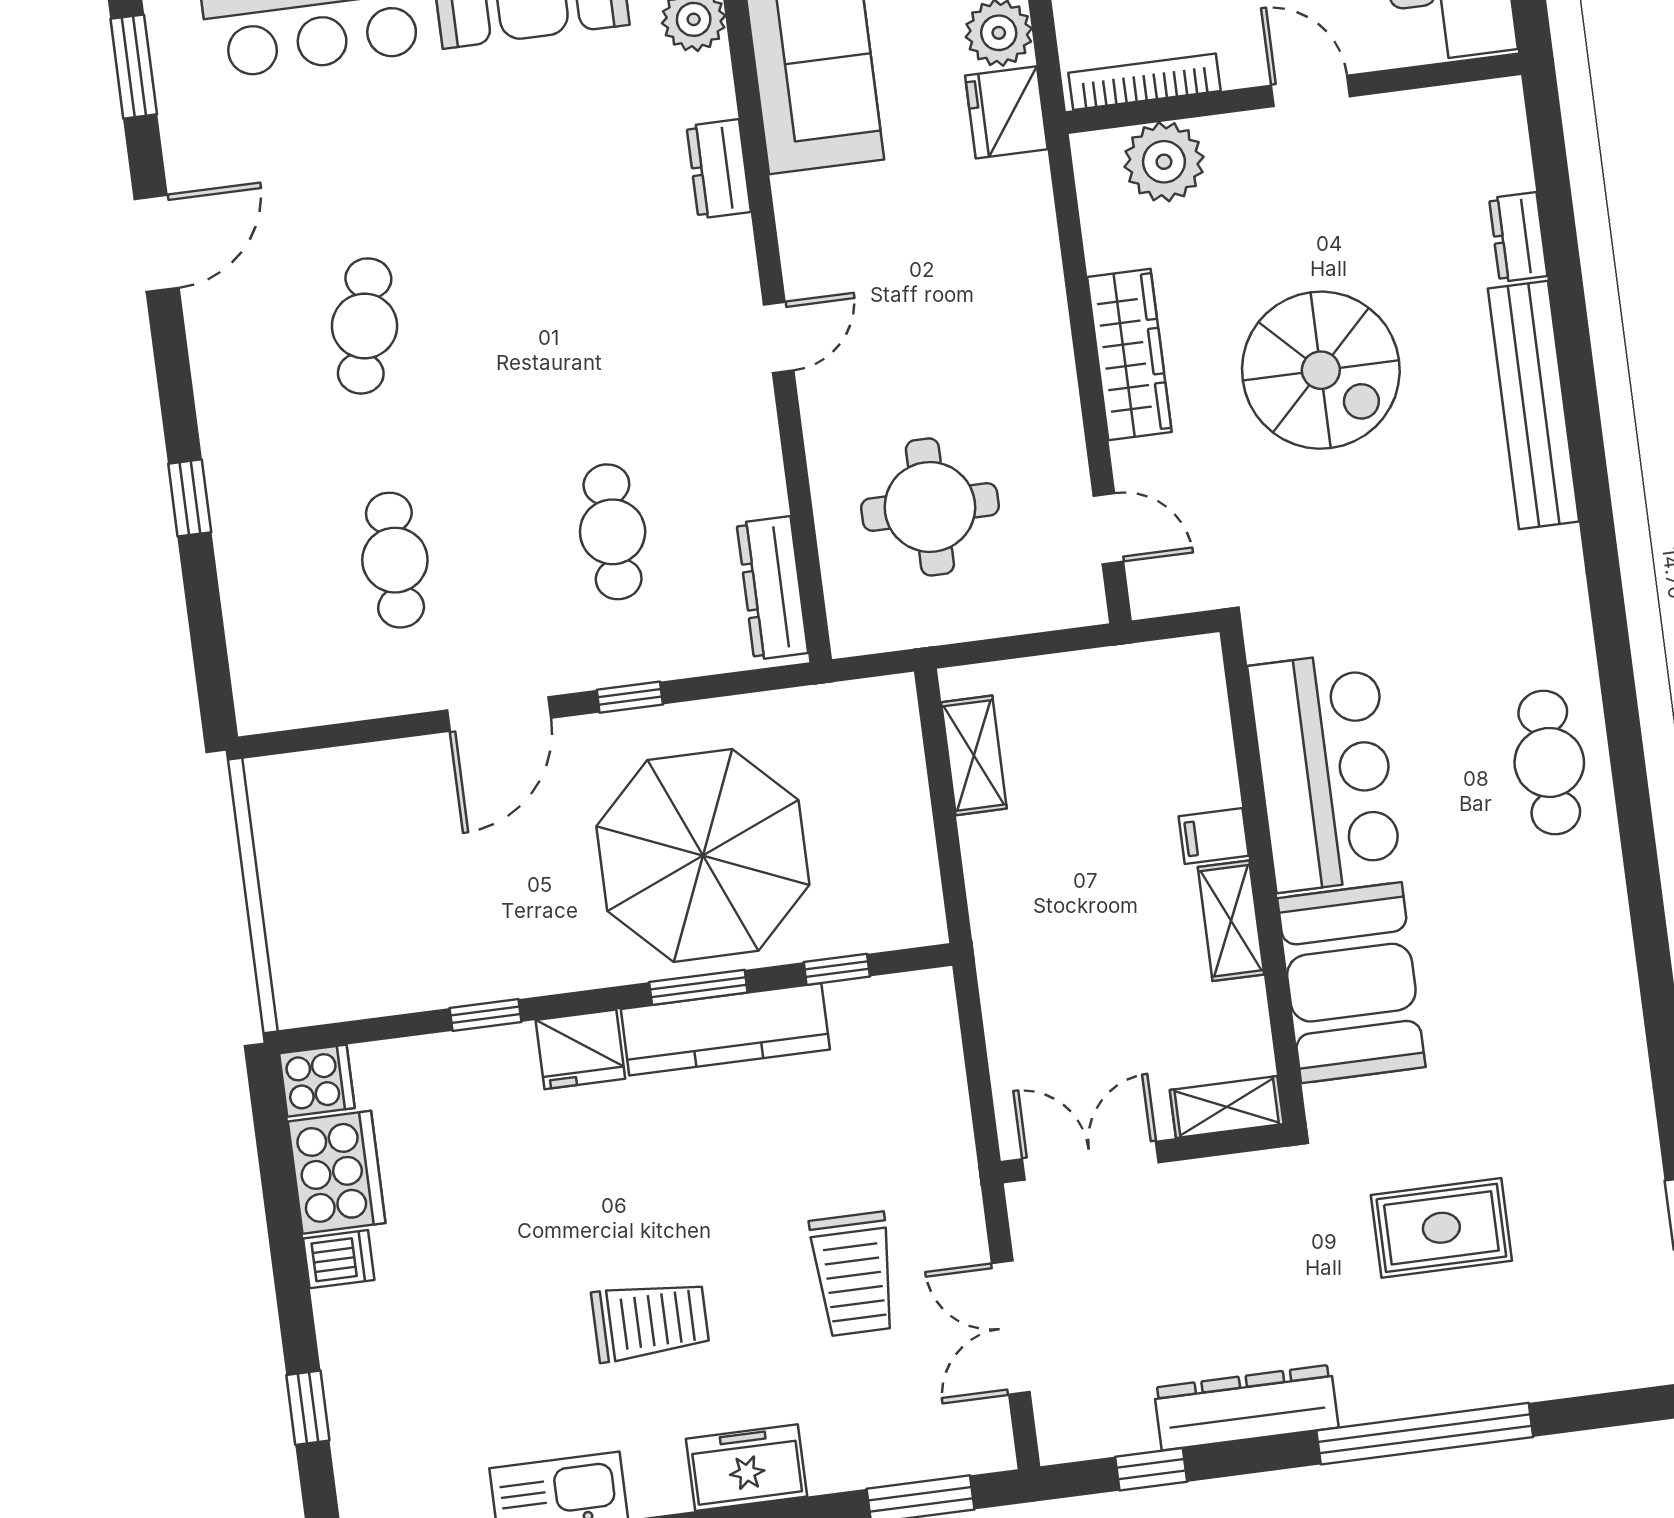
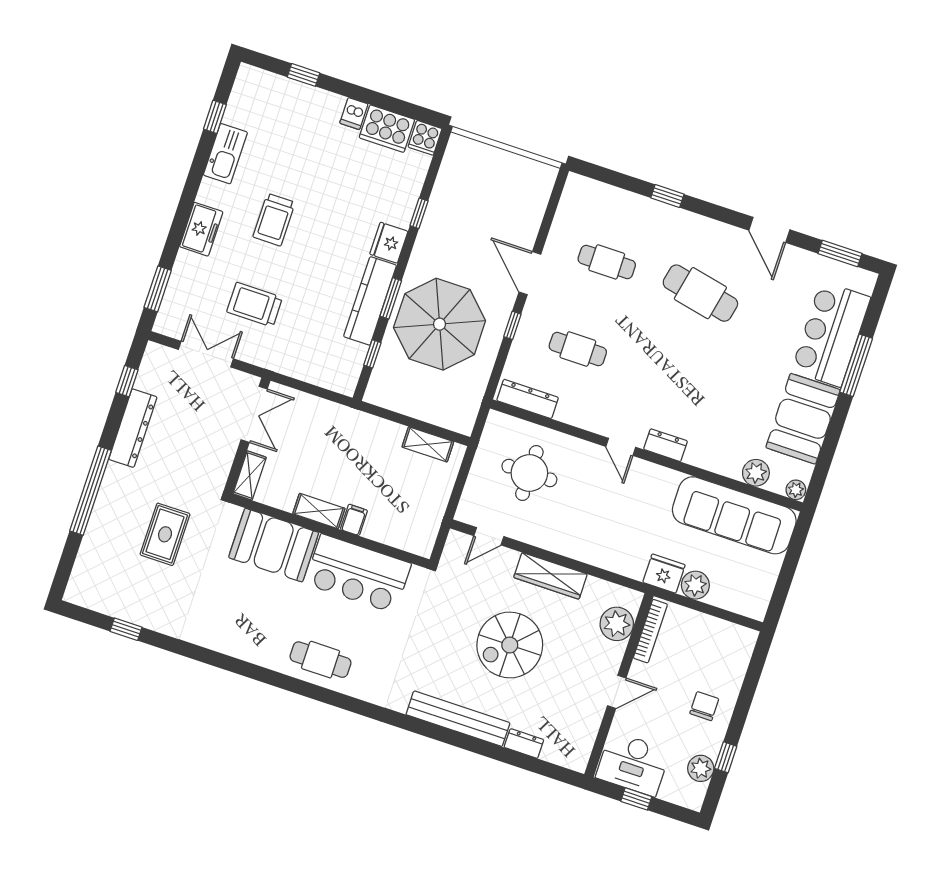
dresser: (719, 169) -> (666, 445), moved
cafe table: (365, 326) -> (700, 293), width x1.37, depth x1.35

